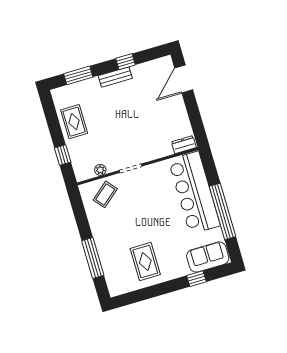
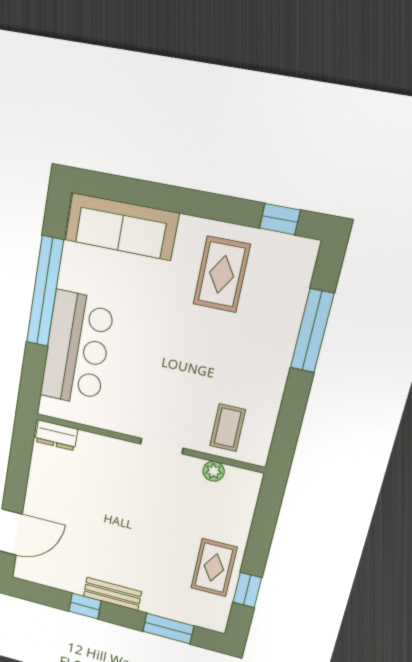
window: (63, 155) -> (247, 590), moved
bar counter: (194, 193) -> (77, 349), width x0.73
coffee table: (105, 194) -> (228, 428), turned -50
sofa: (208, 257) -> (121, 227), width x1.36
window: (196, 279) -> (280, 219), moved

